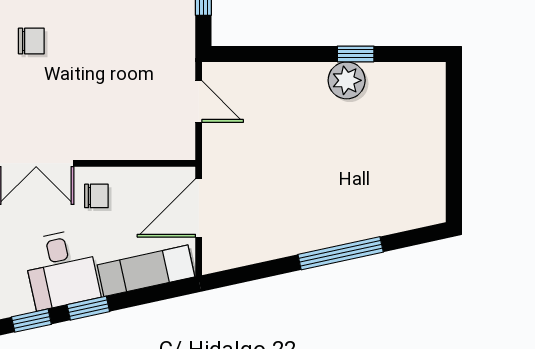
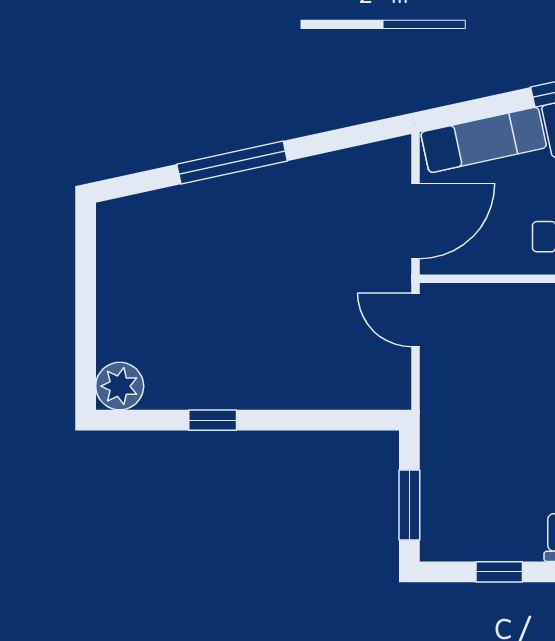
plant: (347, 80) -> (120, 386), moved
door: (199, 101) -> (416, 320), moved

